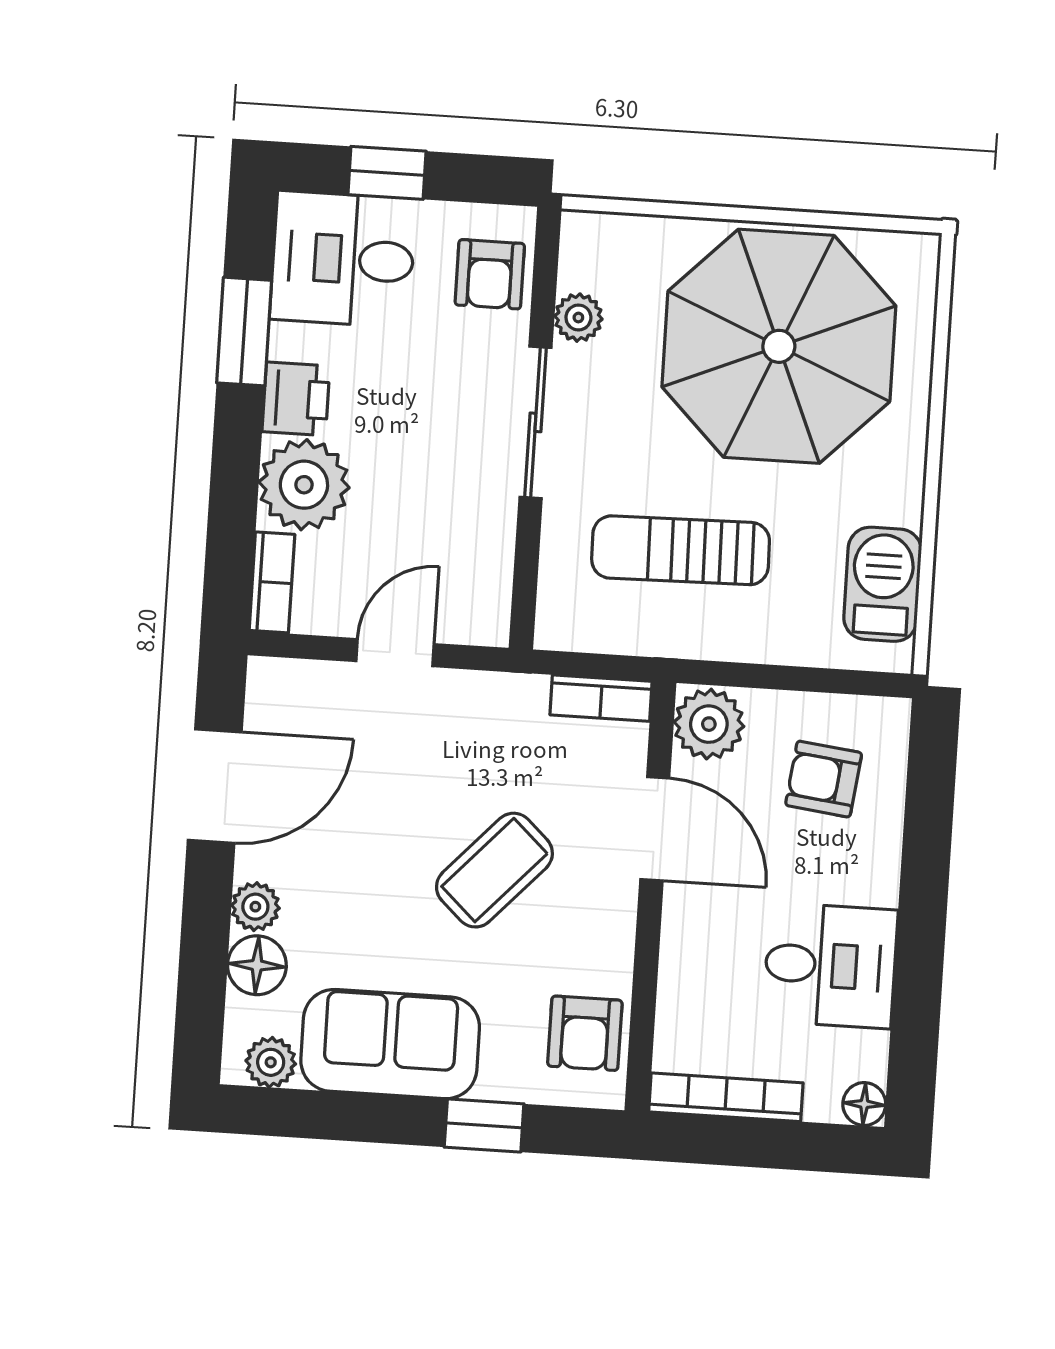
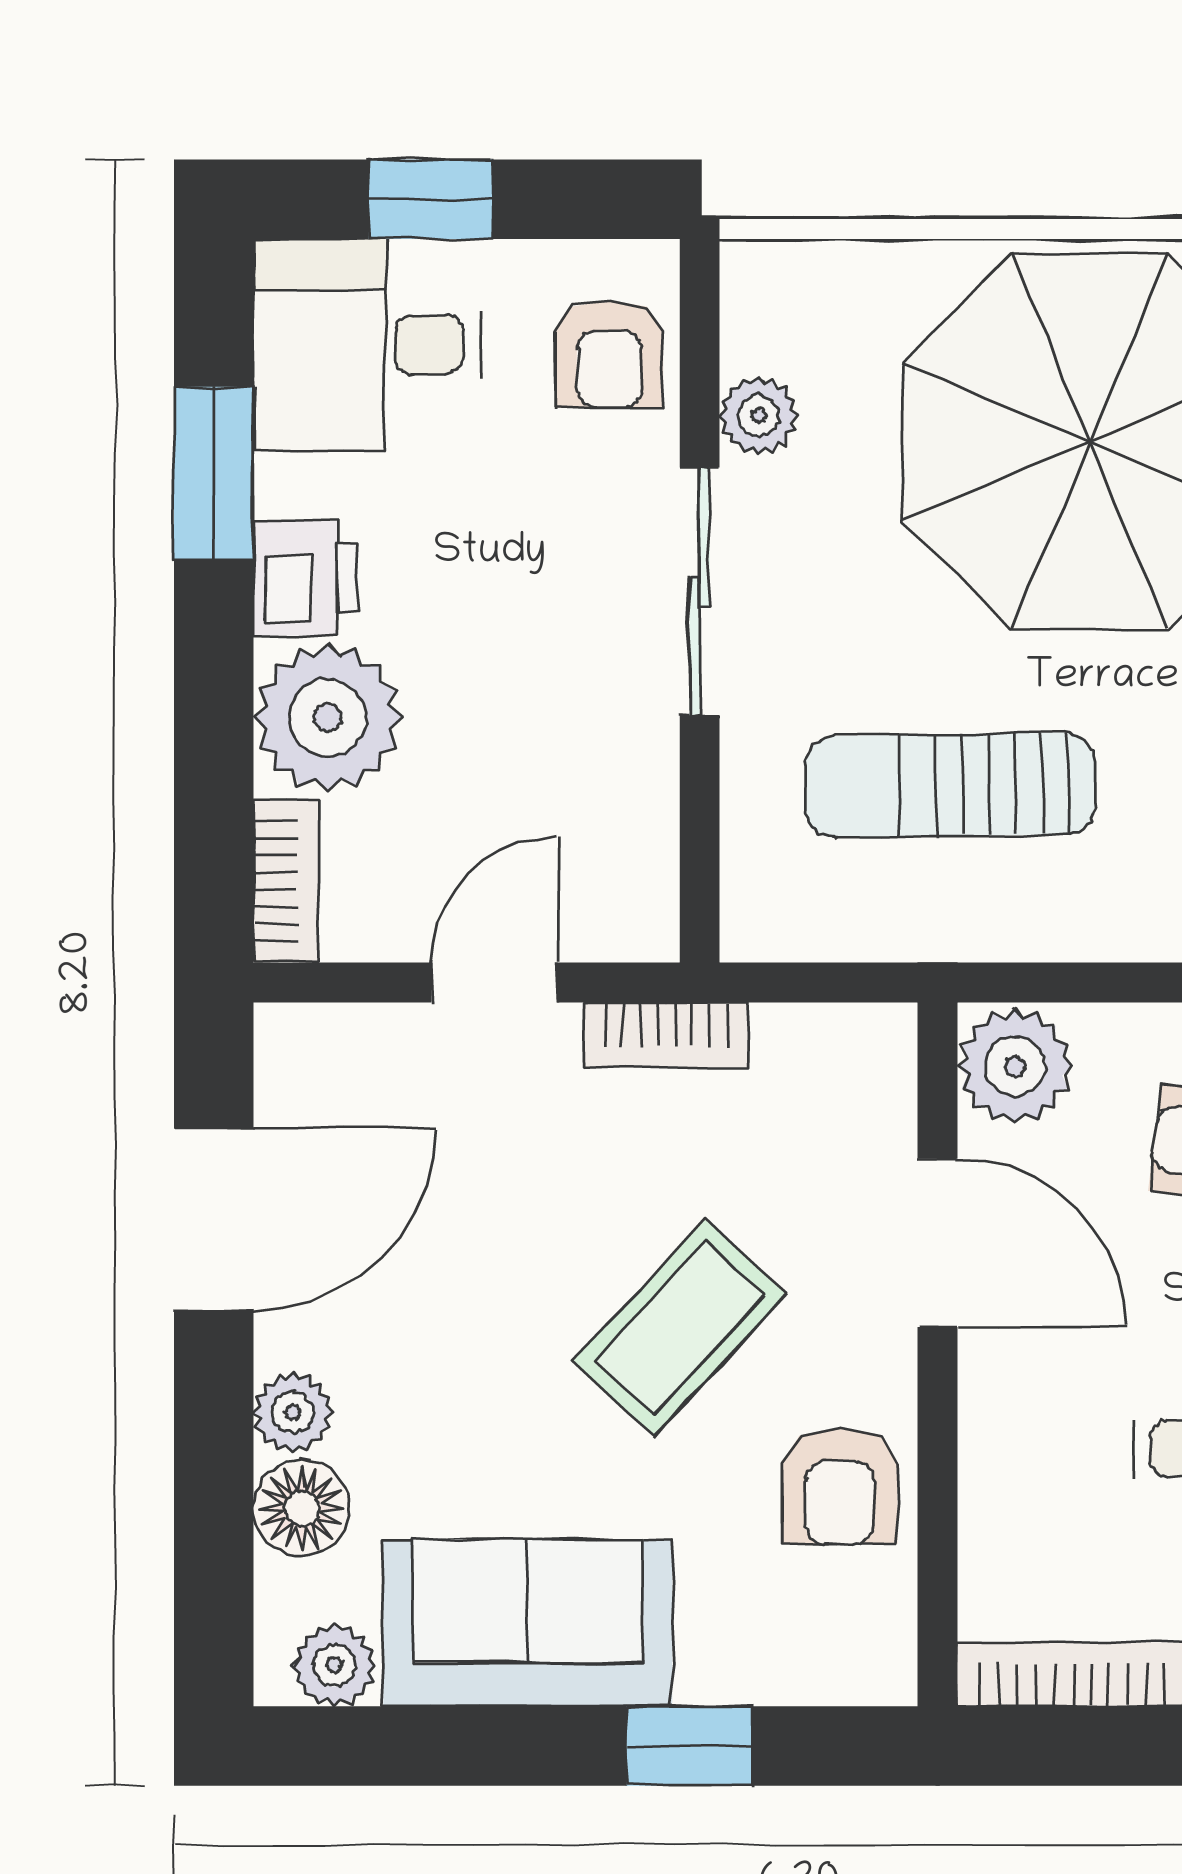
bookcase: (601, 698) -> (666, 1035), moved
armchair: (585, 1033) -> (840, 1486), moved

